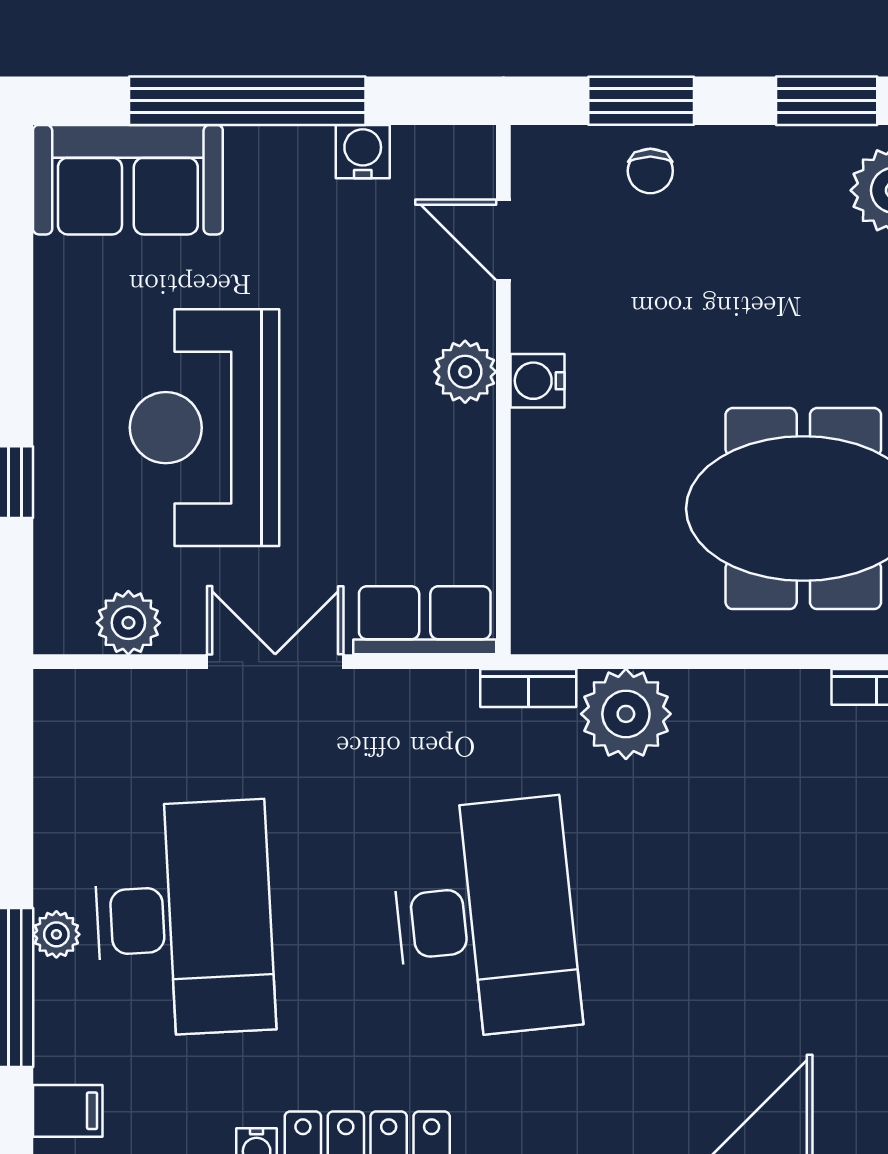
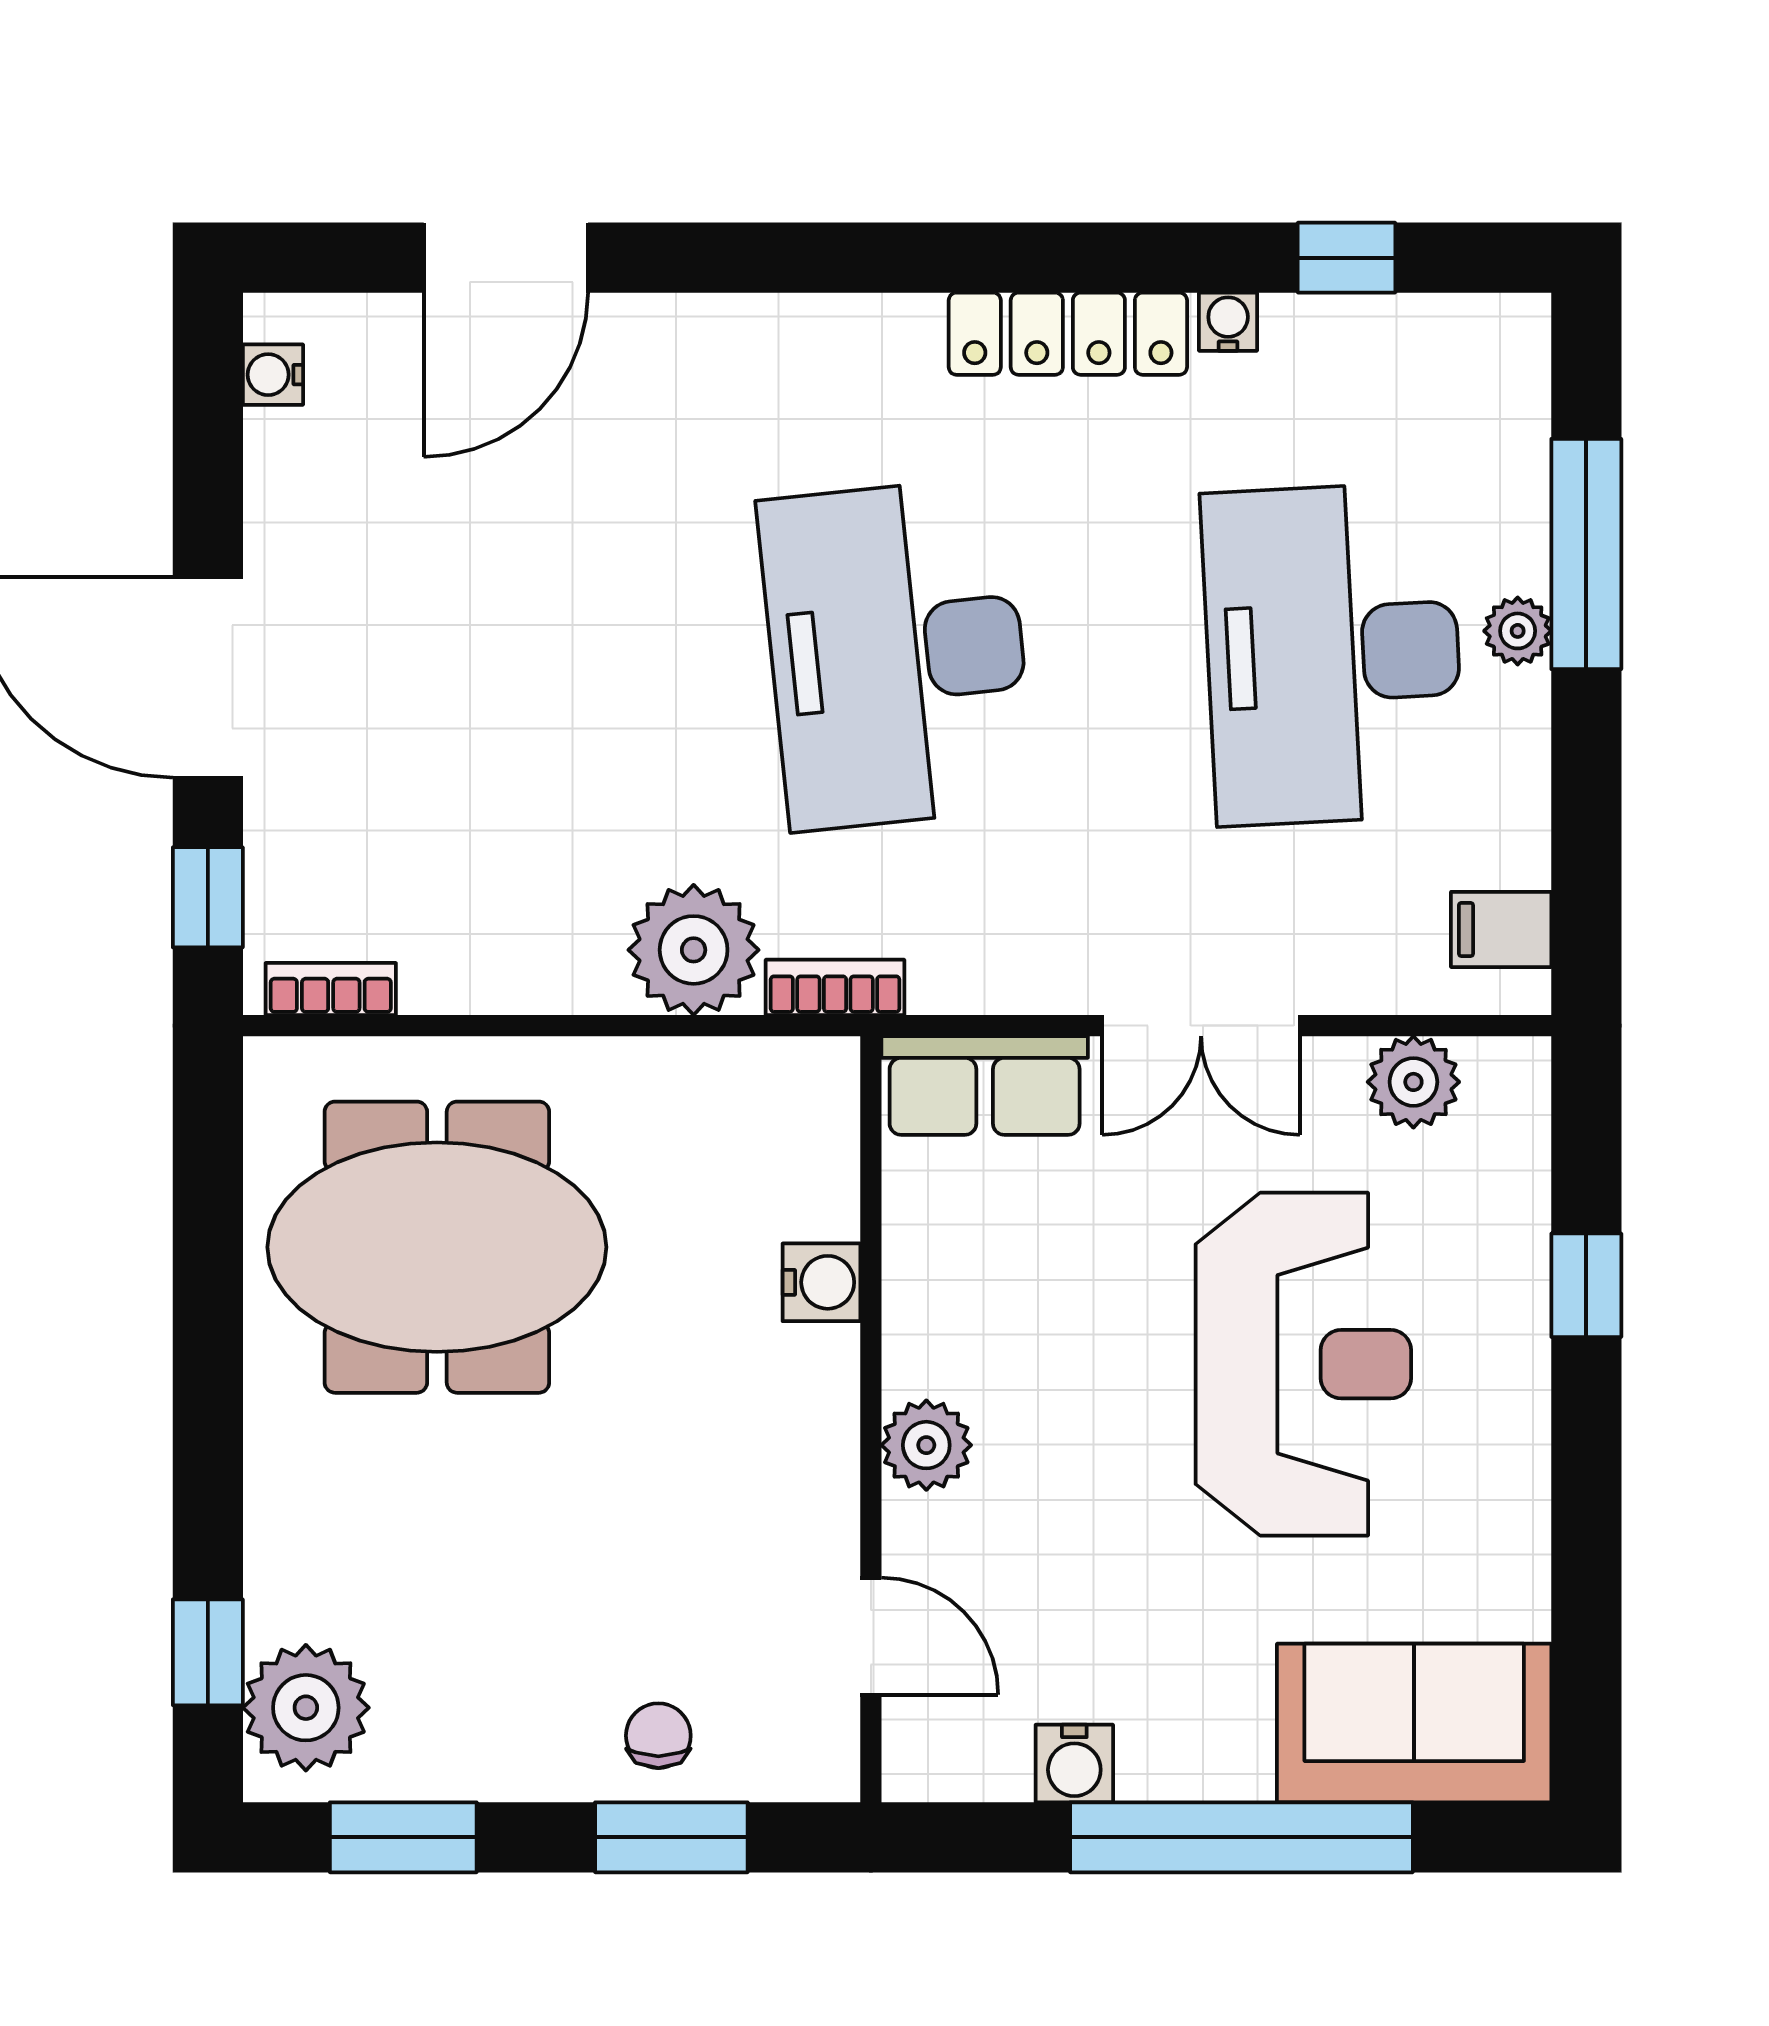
water cooler: (538, 381) -> (821, 1282), moved
filing cabinet: (68, 1111) -> (1501, 929), moved

